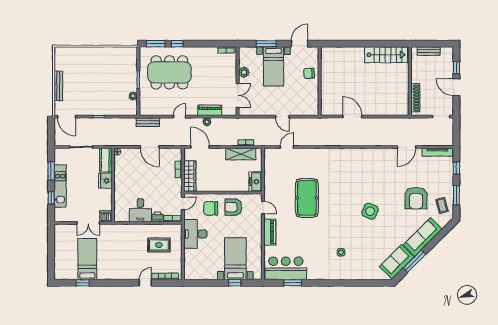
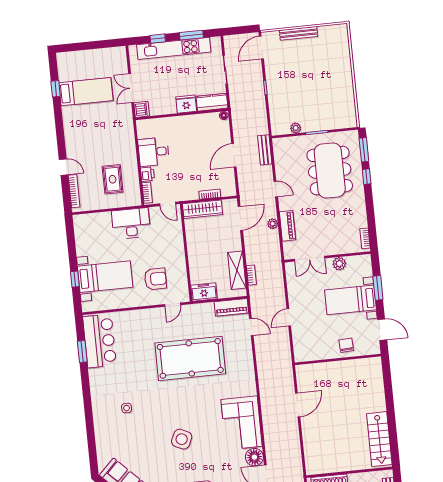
floor lamp: (390, 155) -> (254, 457), added
corner sofa: (362, 162) -> (242, 423), added
kitchen unit: (60, 186) -> (174, 48), width x1.36
pool table: (307, 198) -> (190, 358), width x1.36, depth x1.32
armchair: (233, 207) -> (155, 279), moved, turned 90
chair: (211, 208) -> (165, 240), removed
piano: (270, 232) -> (231, 307), moved

